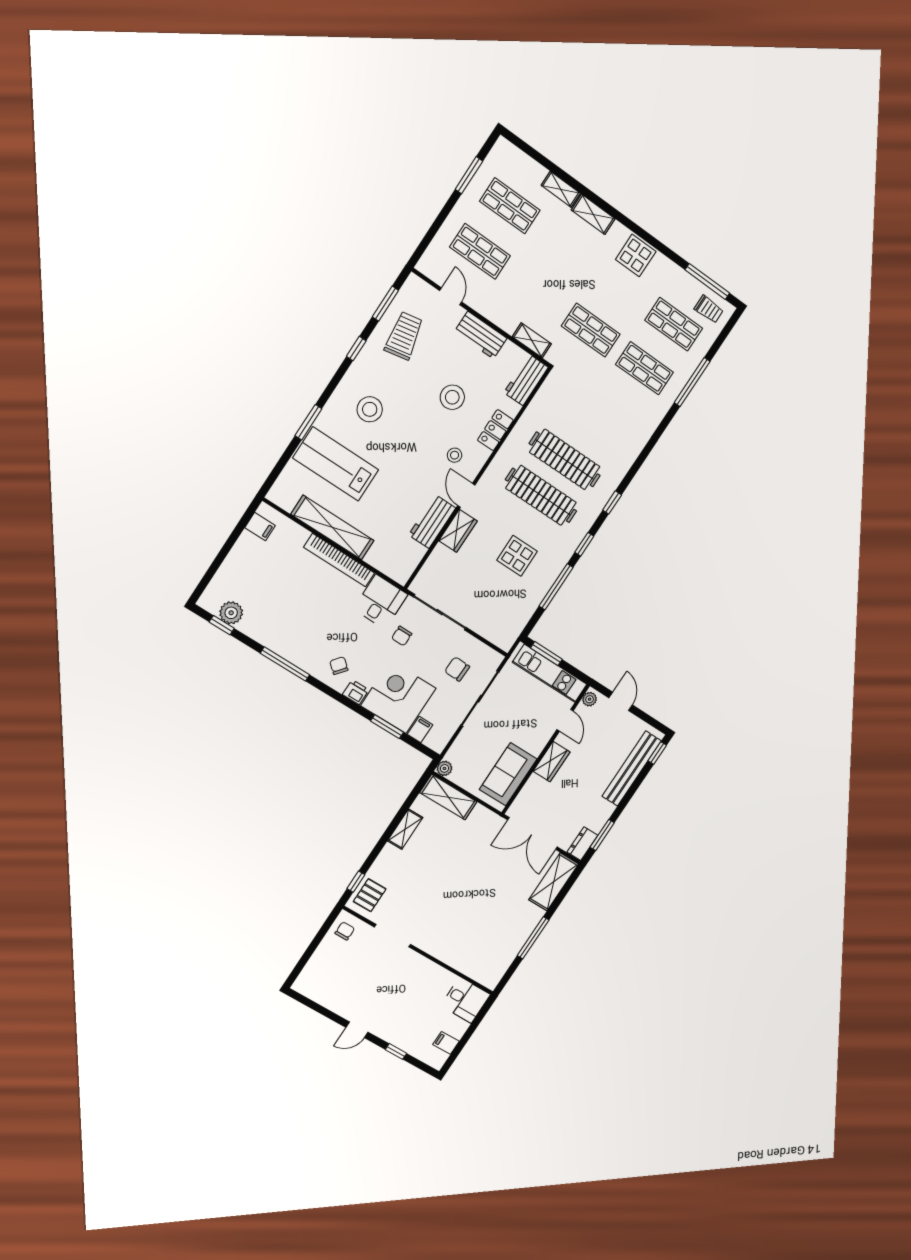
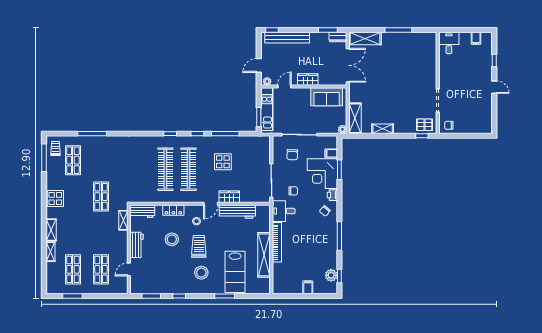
trolley: (404, 336) -> (199, 246), moved, turned 101
shop shelf: (645, 368) -> (101, 160), removed
workbench: (432, 521) -> (237, 212), width x1.38
filing cabinet: (260, 527) -> (308, 287), moved

